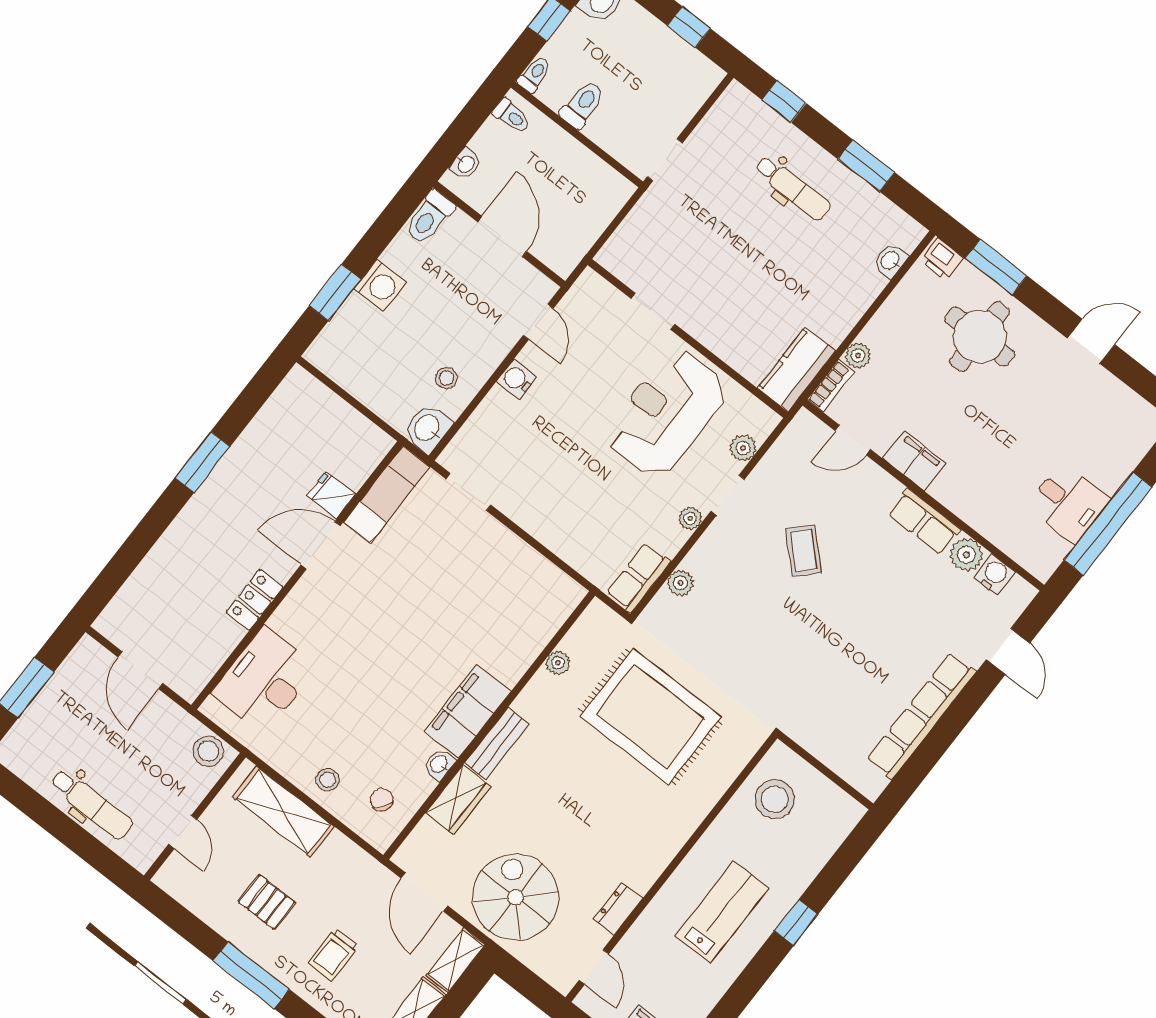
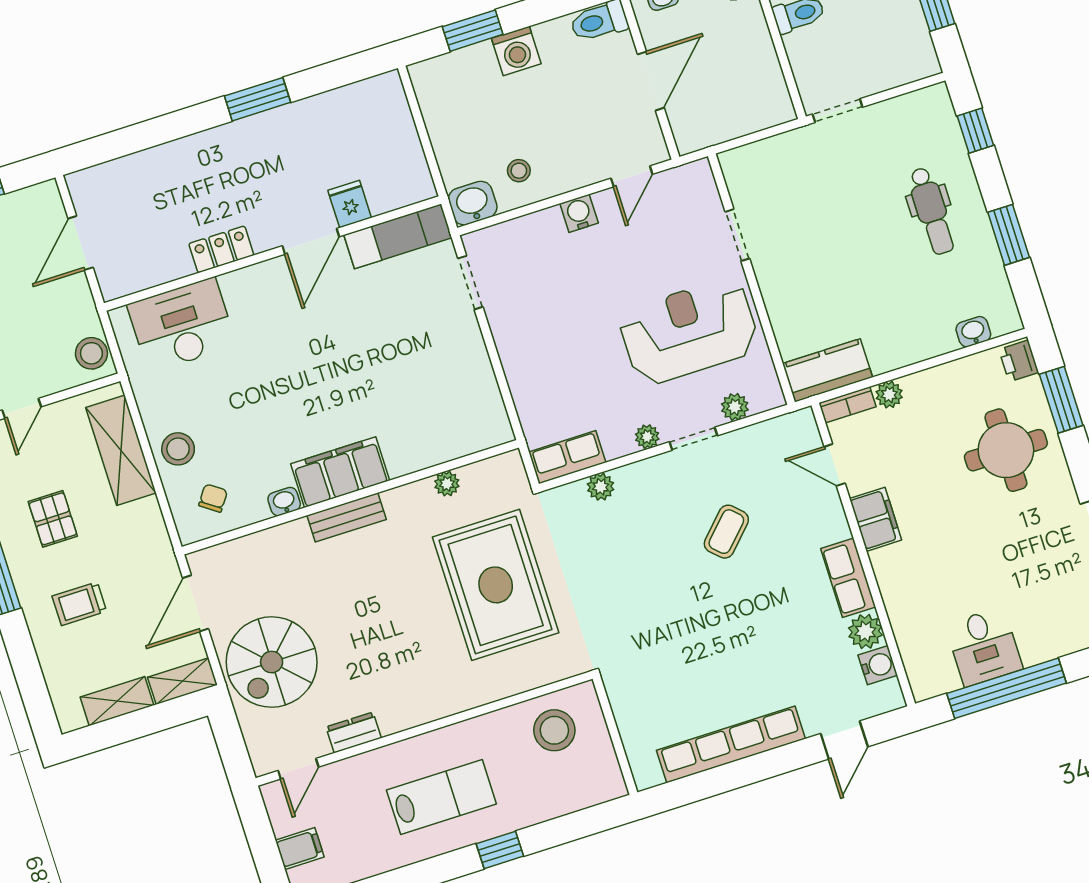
door: (321, 545) -> (311, 241), swing flipped
stool: (328, 780) -> (178, 449), width x1.37, depth x1.37
wardrobe: (458, 800) -> (279, 543), removed
spiral stairs: (516, 897) -> (272, 662), turned 180

